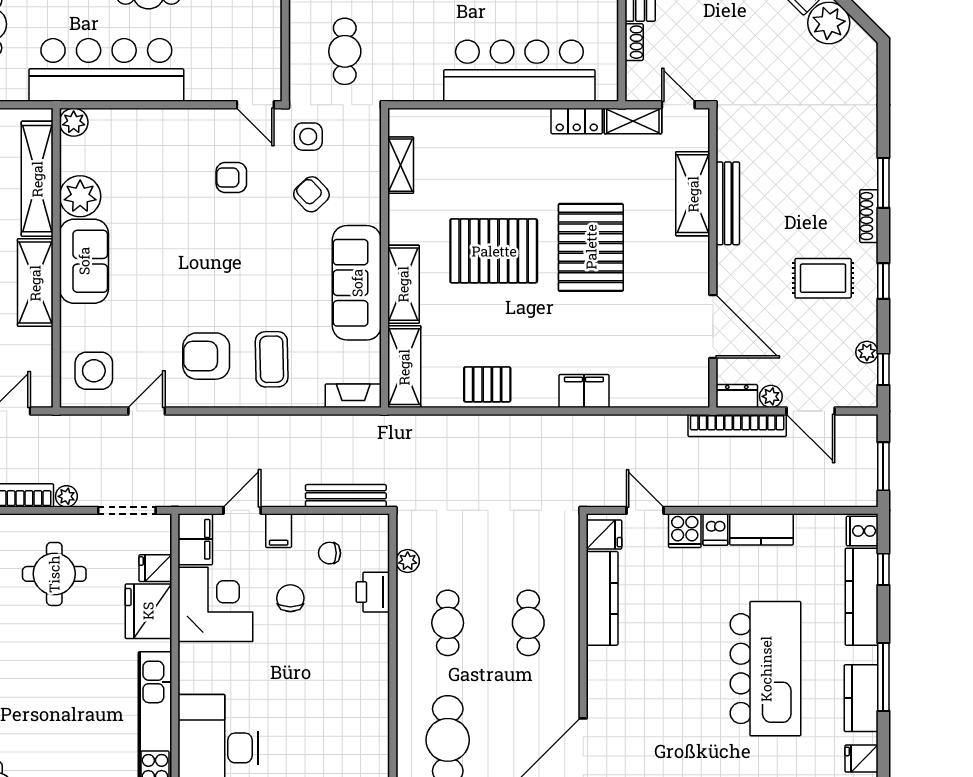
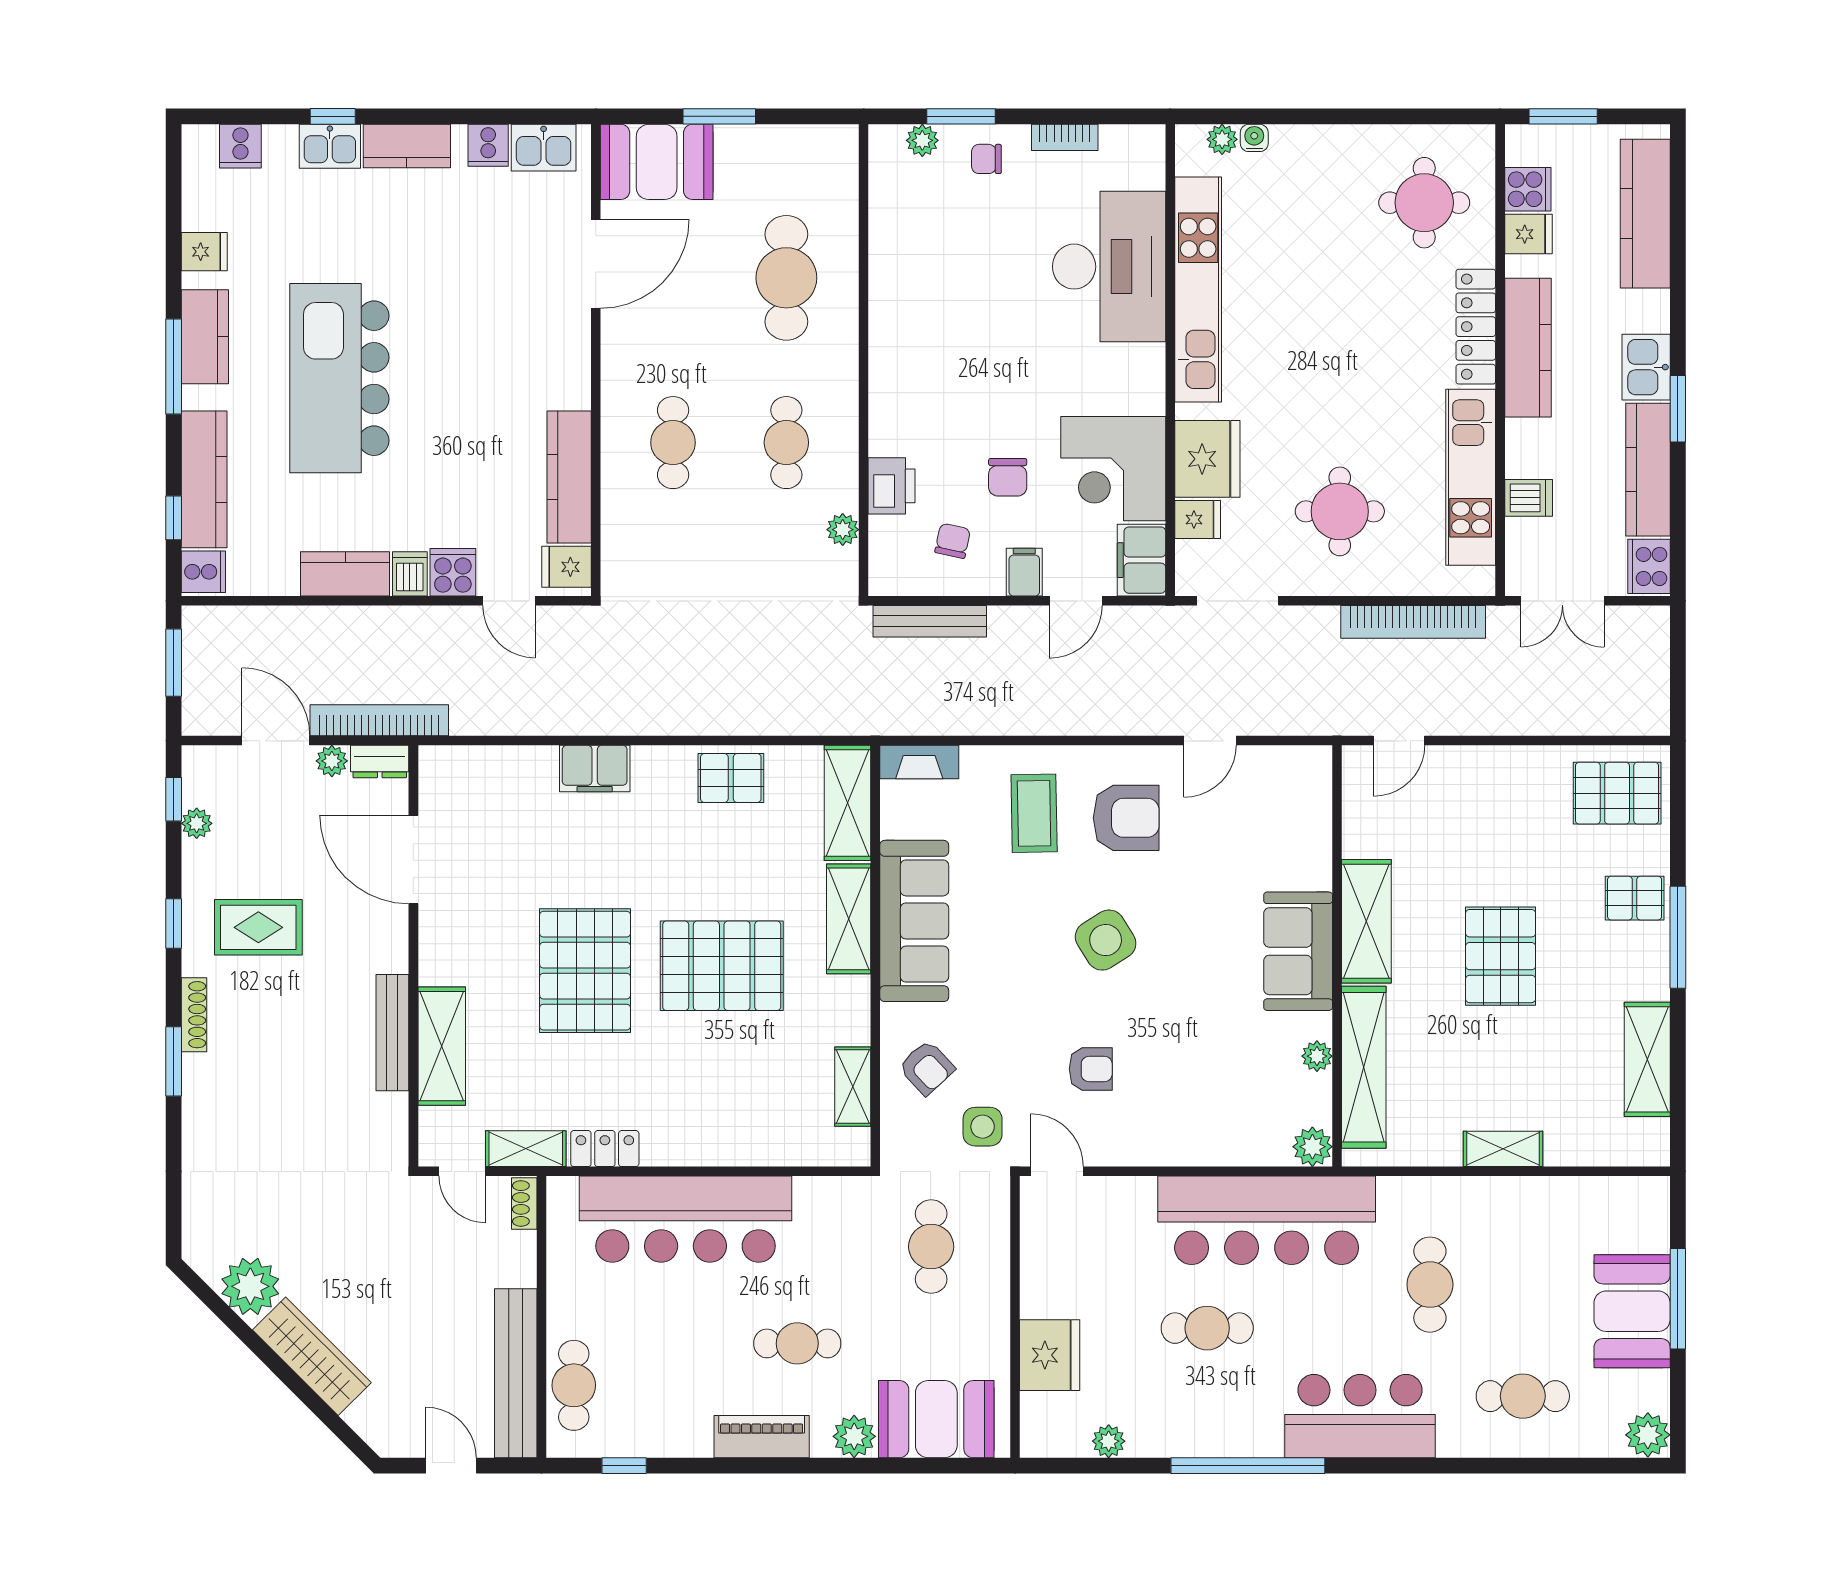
shoe rack: (634, 42) -> (524, 1203), moved
armchair: (311, 194) -> (927, 1068), moved
plant: (80, 196) -> (1317, 1056), width x0.53, depth x0.53
side table: (94, 371) -> (1106, 940), moved, turned -32
plant: (66, 496) -> (1323, 621), removed
chair: (330, 553) -> (953, 541), turned -78

